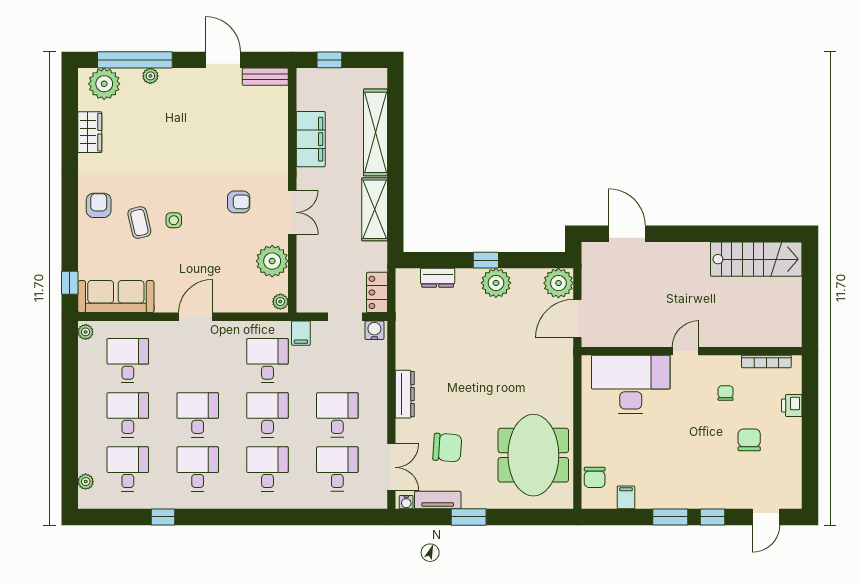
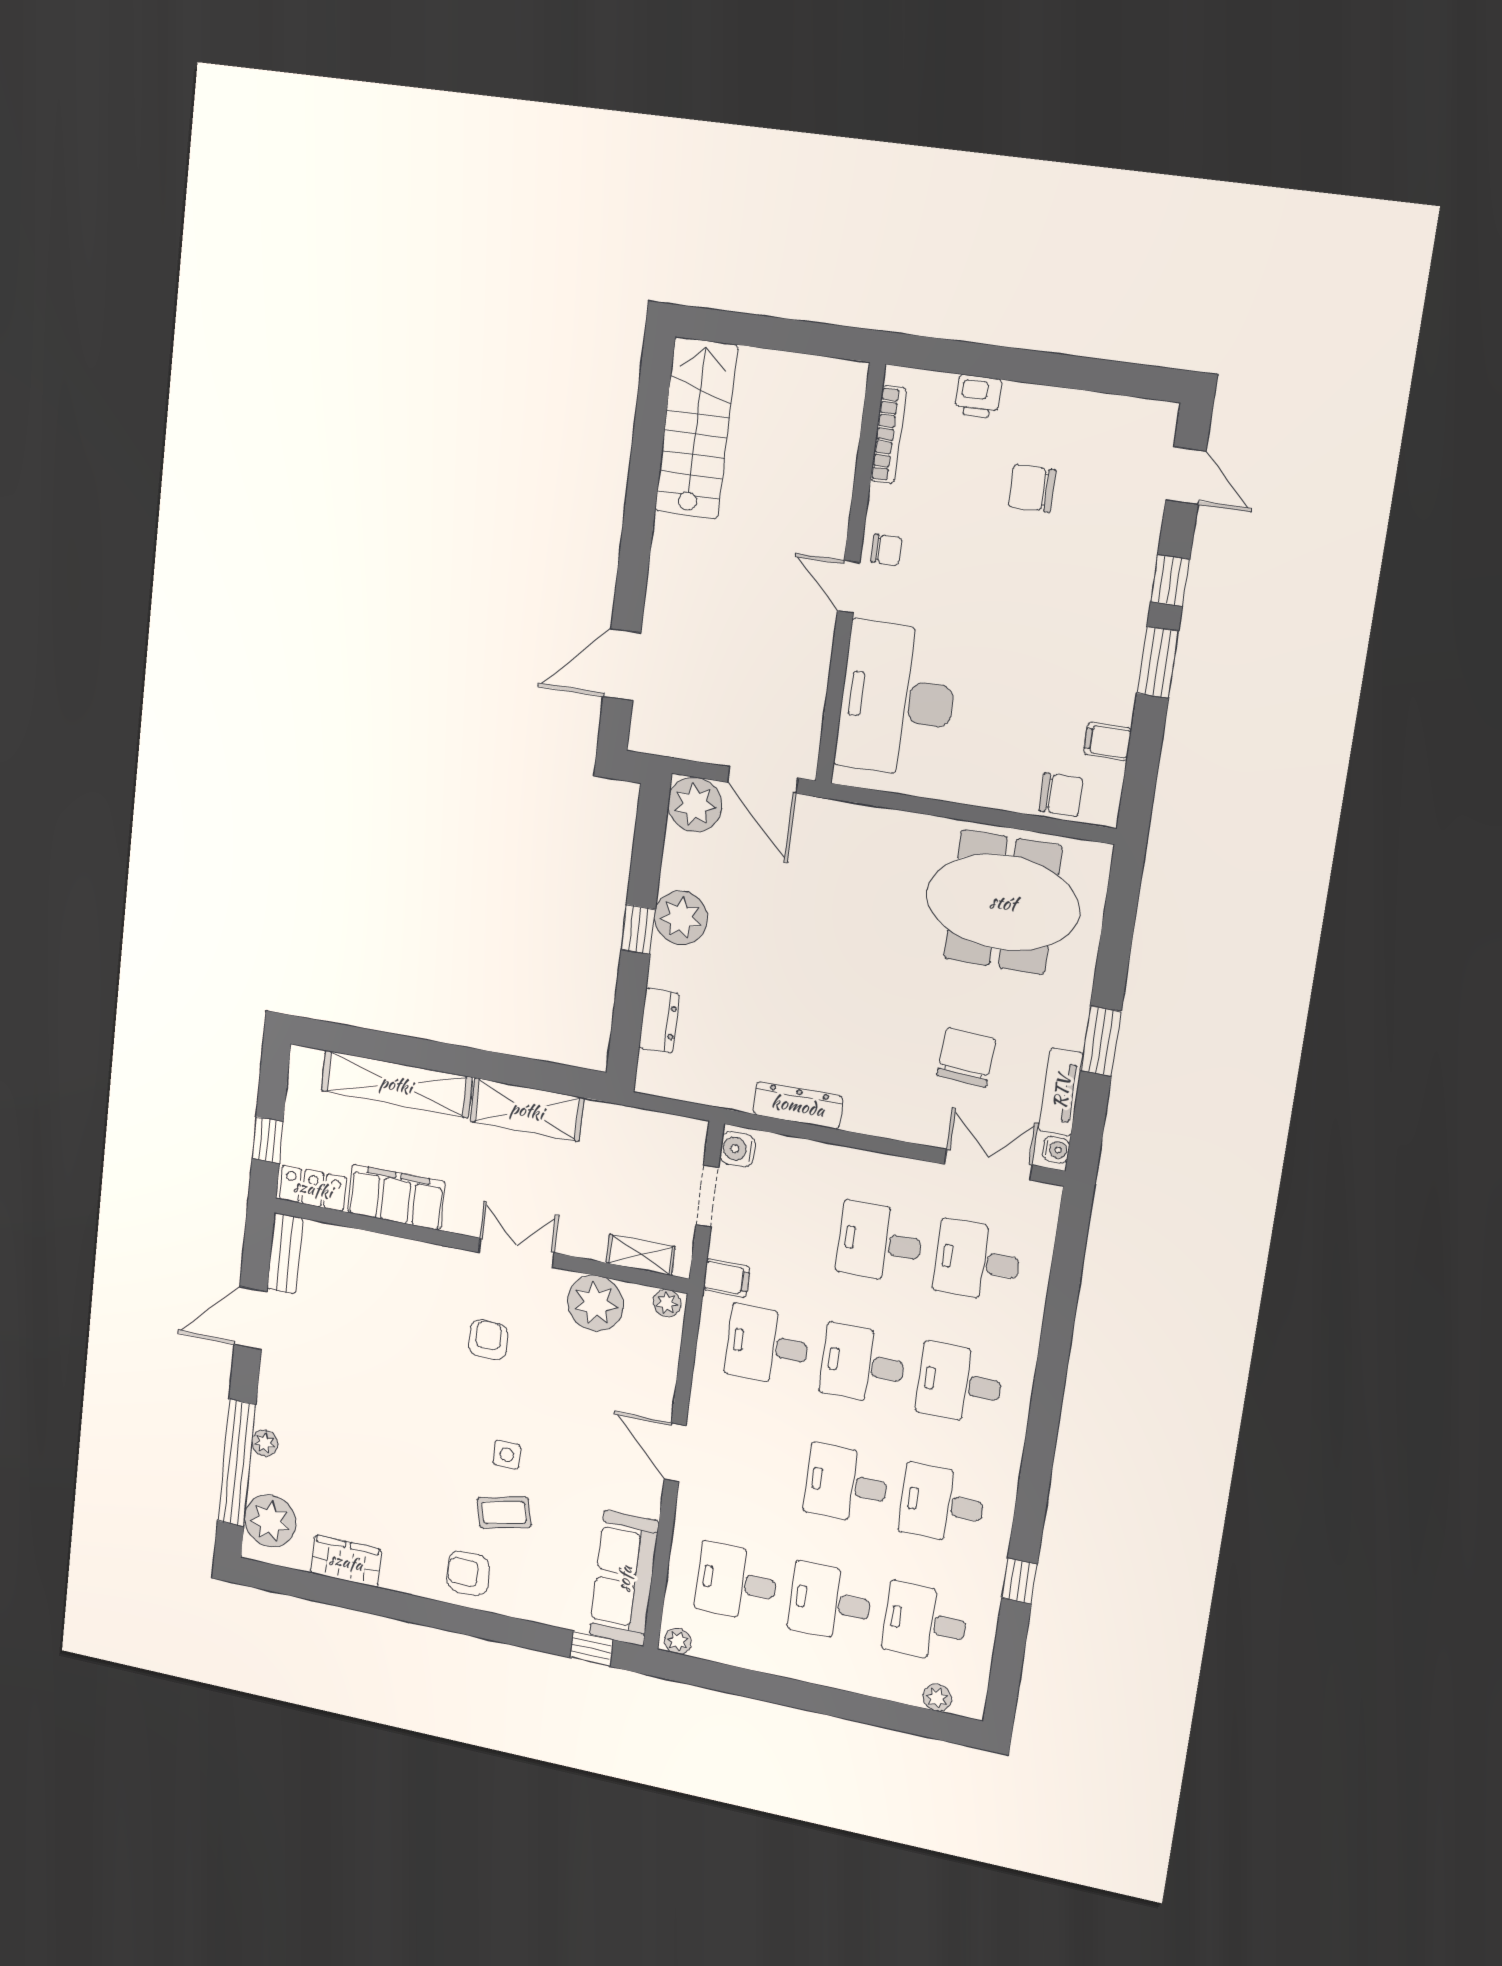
shelving: (305, 283) -> (641, 1255), added
locker: (377, 292) -> (313, 1188), moved, turned 180
chair: (726, 393) -> (886, 550), moved, turned 180
dresser: (405, 394) -> (798, 1105), moved

